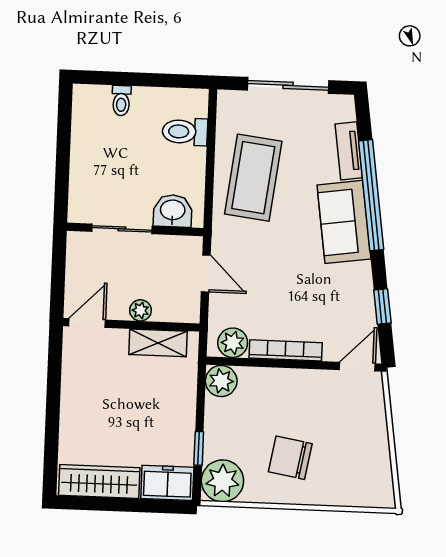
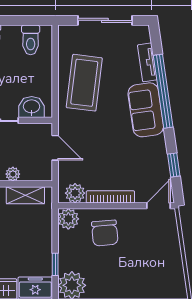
toilet: (185, 132) -> (31, 40), moved, turned -90
chair: (290, 458) -> (105, 233), moved, turned -105

